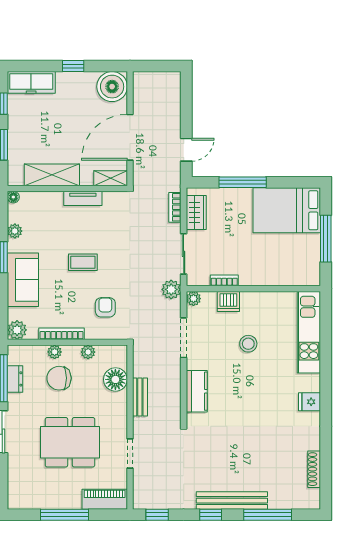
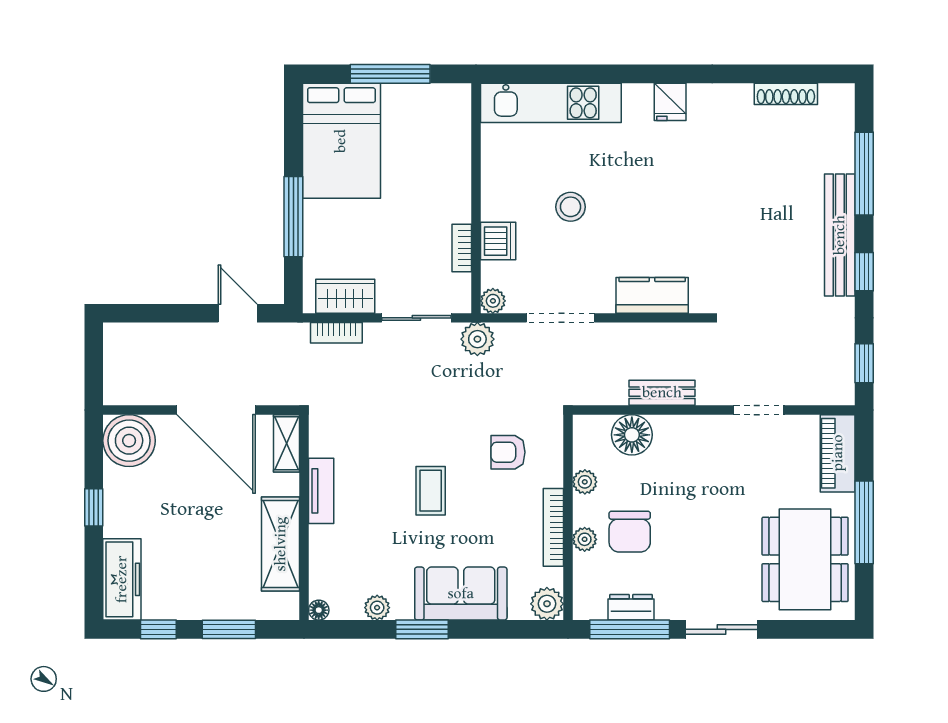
dining table: (70, 442) -> (805, 559), moved

